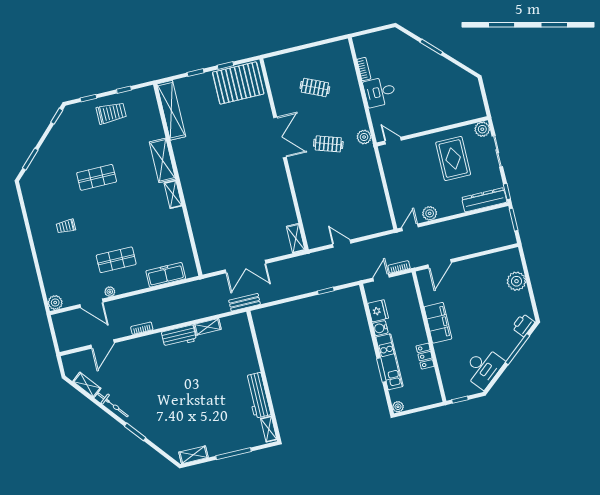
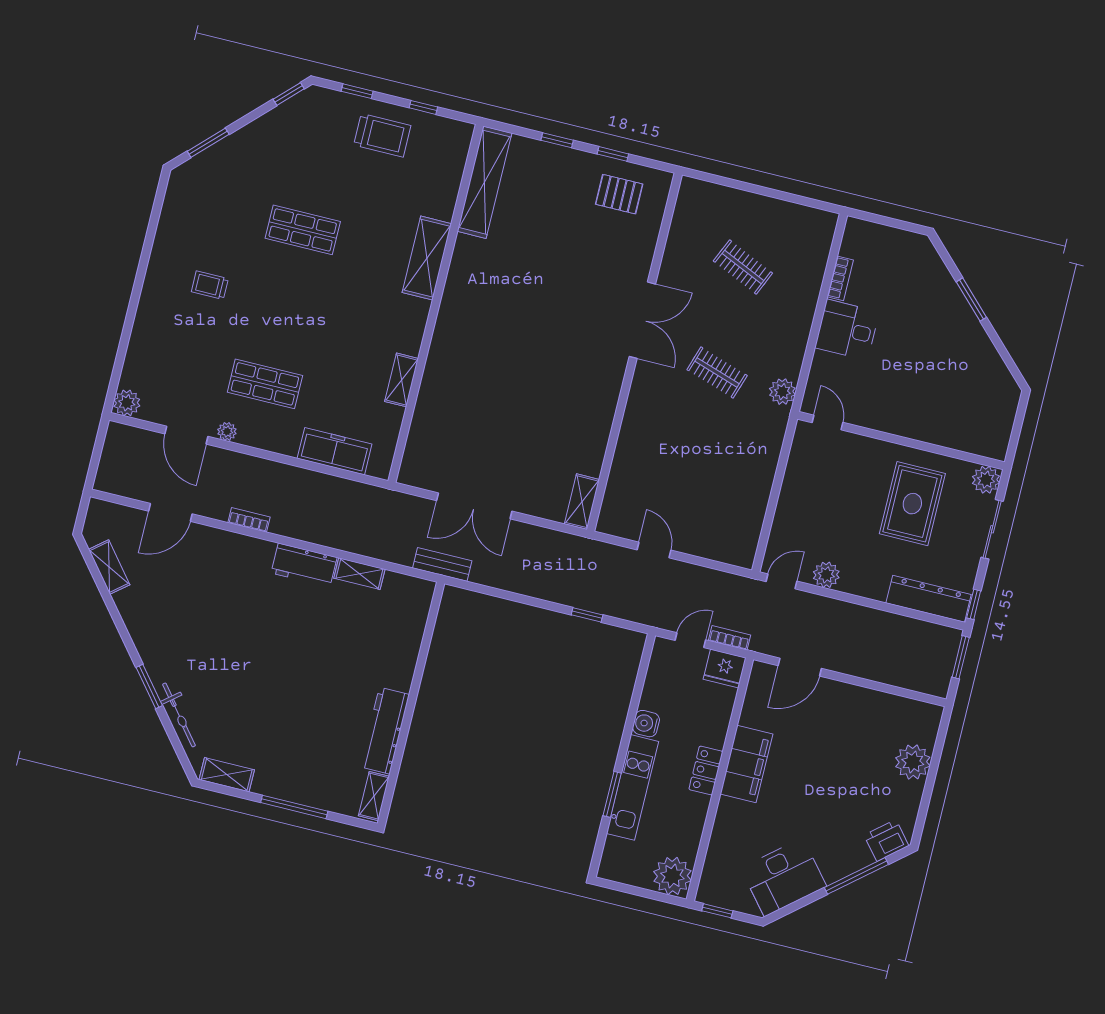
pallet: (238, 83) -> (619, 194), width x0.49, depth x0.50
shelving: (173, 194) -> (402, 380), moved
fridge: (378, 311) -> (725, 669), moved, turned 90
locker: (425, 356) -> (706, 770), moved
bicycle: (113, 405) -> (179, 715), moved
plant: (398, 407) -> (672, 876), moved, width x1.88, depth x1.88

